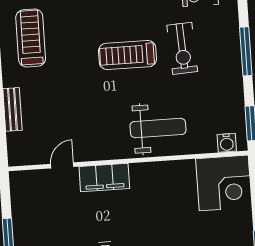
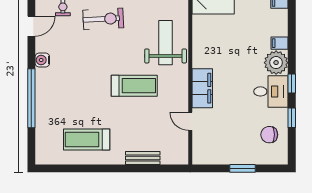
treadmill: (127, 55) -> (134, 86), moved, turned -90

